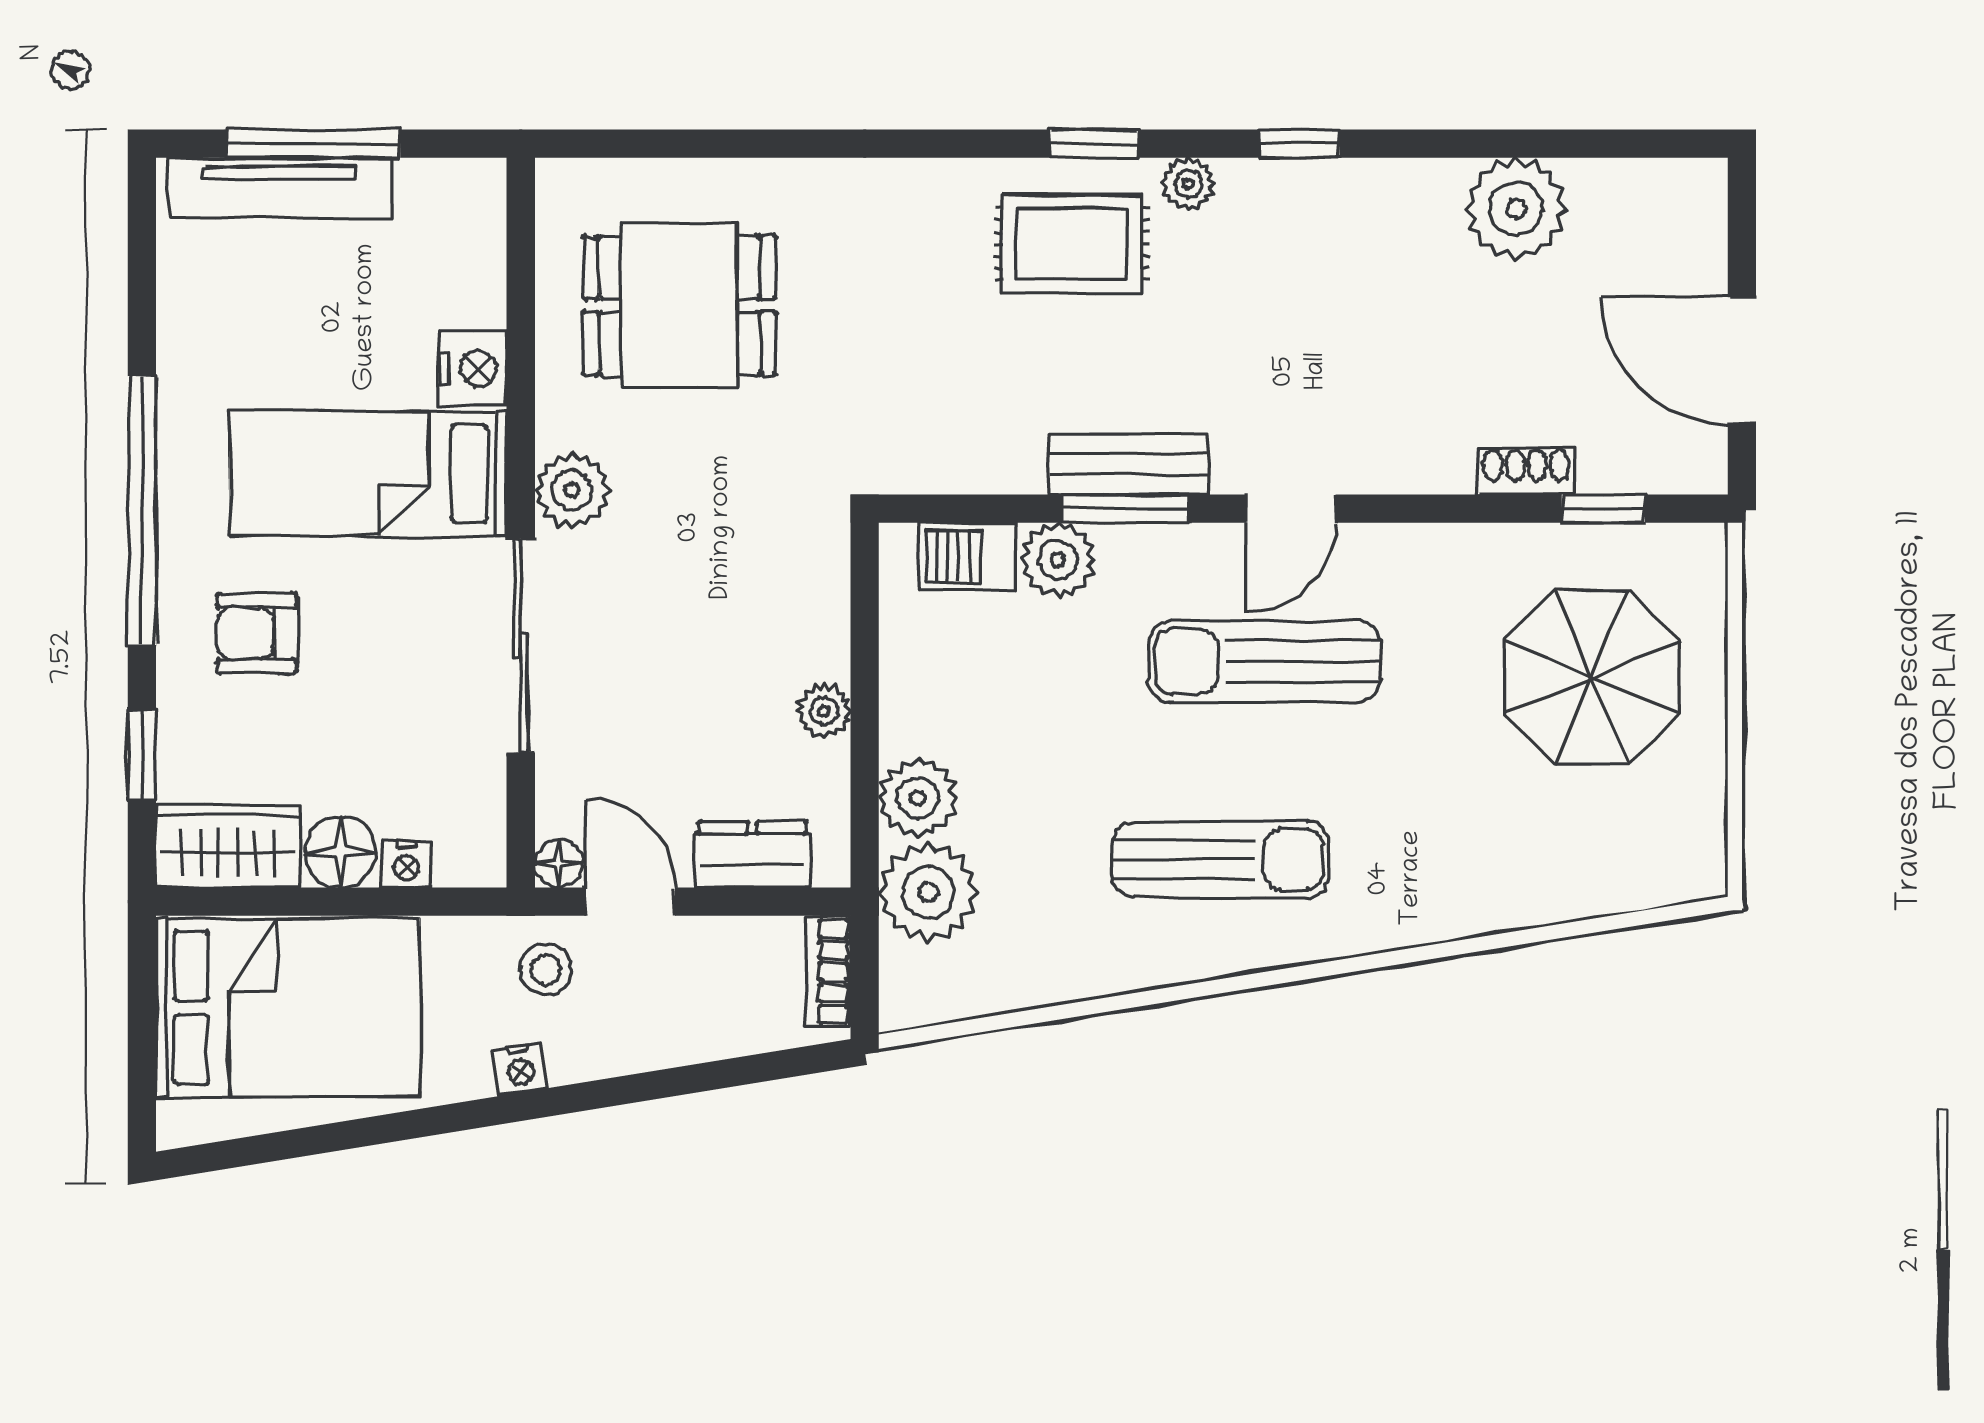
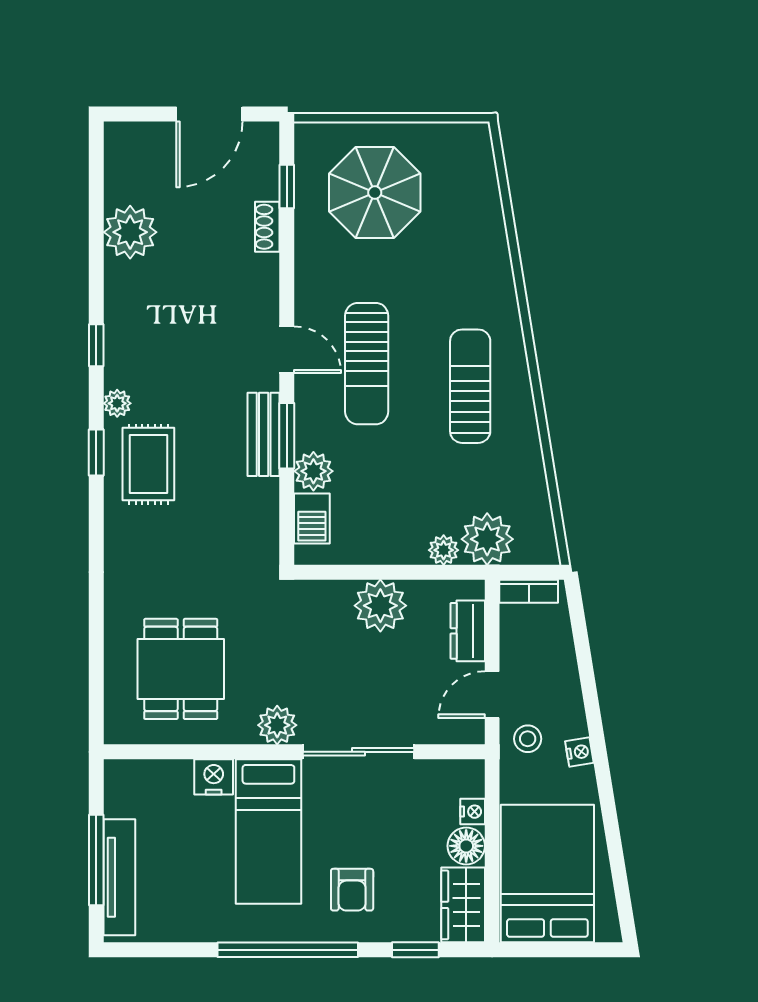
plant: (824, 711) -> (380, 606), width x1.87, depth x1.87
plant: (918, 798) -> (444, 550), width x0.73, depth x0.73
floor lamp: (559, 863) -> (472, 732), removed

